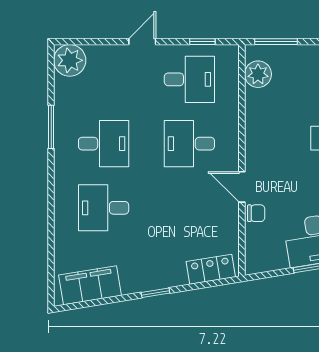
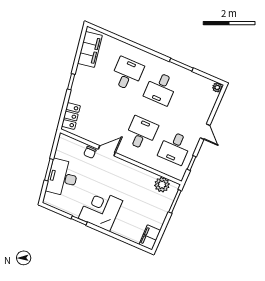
plant: (70, 60) -> (217, 87), width x0.53, depth x0.53

